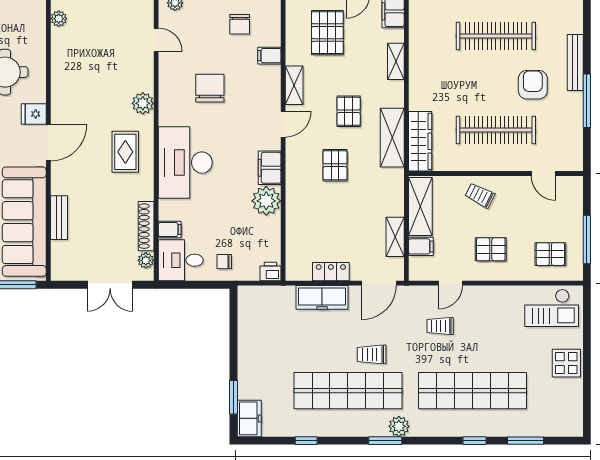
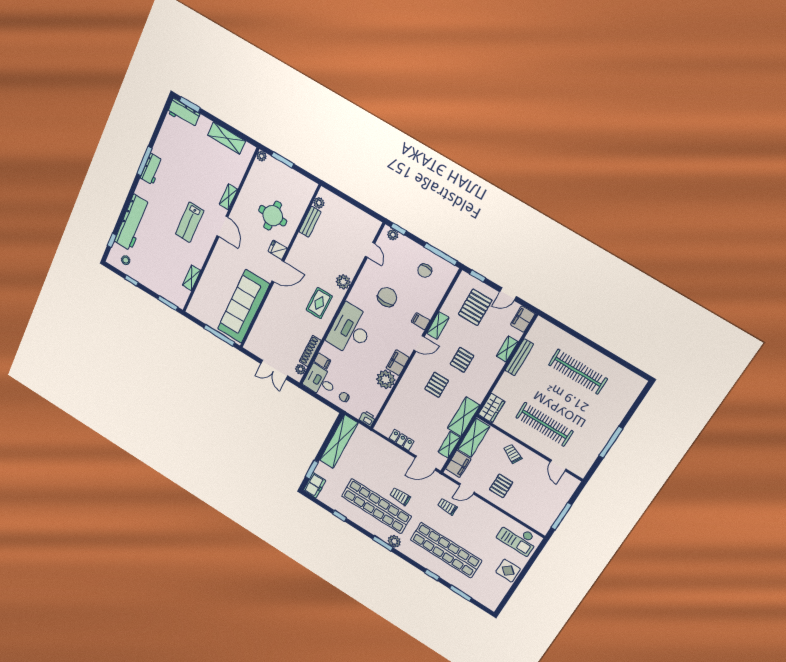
filing cabinet: (269, 56) -> (421, 321), moved
bench: (575, 63) -> (519, 357), moved
armchair: (533, 85) -> (583, 413), removed
shelving: (392, 138) -> (464, 417), moved
wardrobe: (420, 141) -> (492, 408), width x0.67
bench: (59, 218) -> (310, 222), moved
filing cabinet: (421, 246) -> (458, 464), width x2.00
pallet: (491, 249) -> (501, 486), turned 90
pallet: (550, 254) -> (535, 510), removed
freezer: (322, 297) -> (389, 450), removed
shelving: (250, 331) -> (339, 442), added

